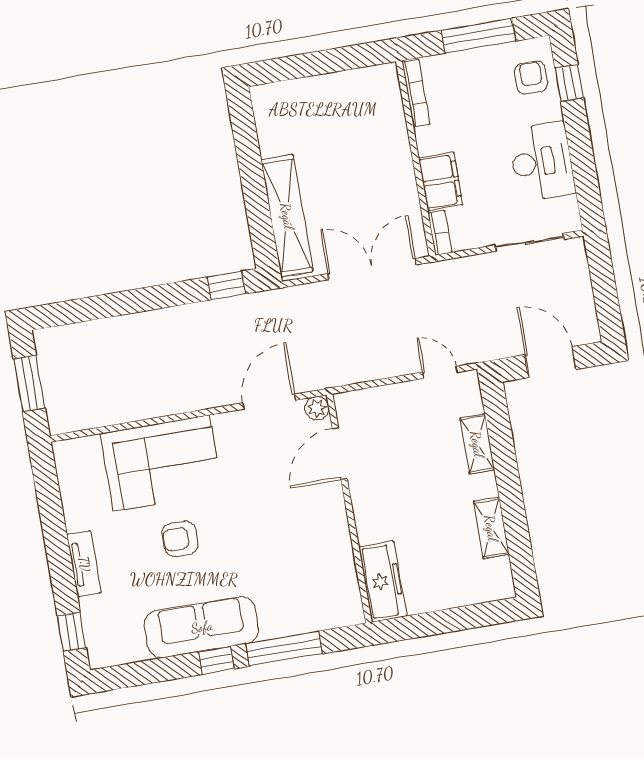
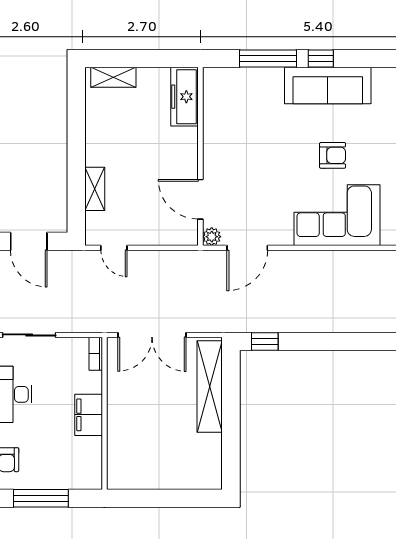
bookcase: (416, 93) -> (96, 463), removed
filing cabinet: (441, 181) -> (89, 415), moved
door: (340, 454) -> (200, 199), swing flipped
shelving: (491, 528) -> (113, 77), moved, turned 90

